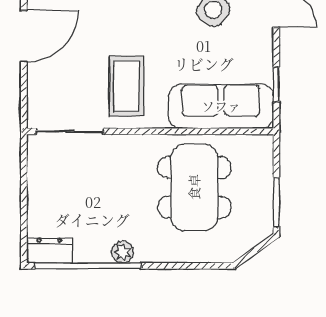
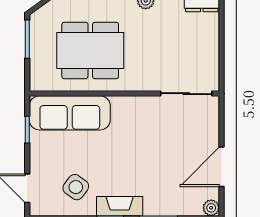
coffee table: (126, 86) -> (143, 128), removed
dining table: (194, 187) -> (90, 50), turned 90

